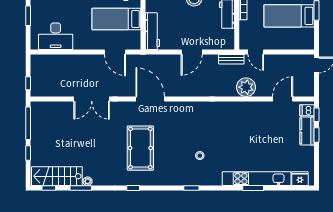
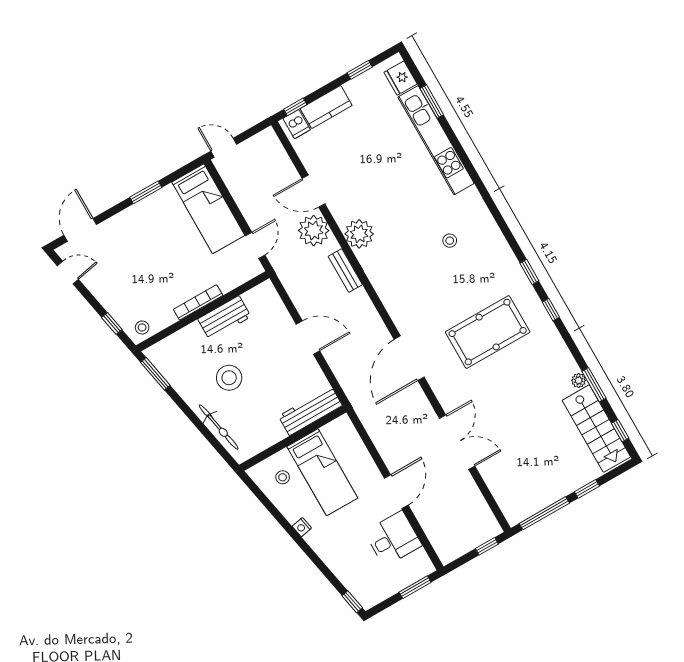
window: (28, 16) -> (415, 587), moved
bed: (289, 16) -> (208, 209), moved
desk: (56, 36) -> (393, 539), width x0.73
door: (115, 52) -> (396, 492), moved
bench: (231, 59) -> (345, 271), moved
door: (283, 99) -> (313, 191), moved
plant: (231, 110) -> (359, 234), added
window: (317, 135) -> (360, 70), moved
window: (191, 188) -> (529, 272), moved
window: (253, 188) -> (432, 102), moved

